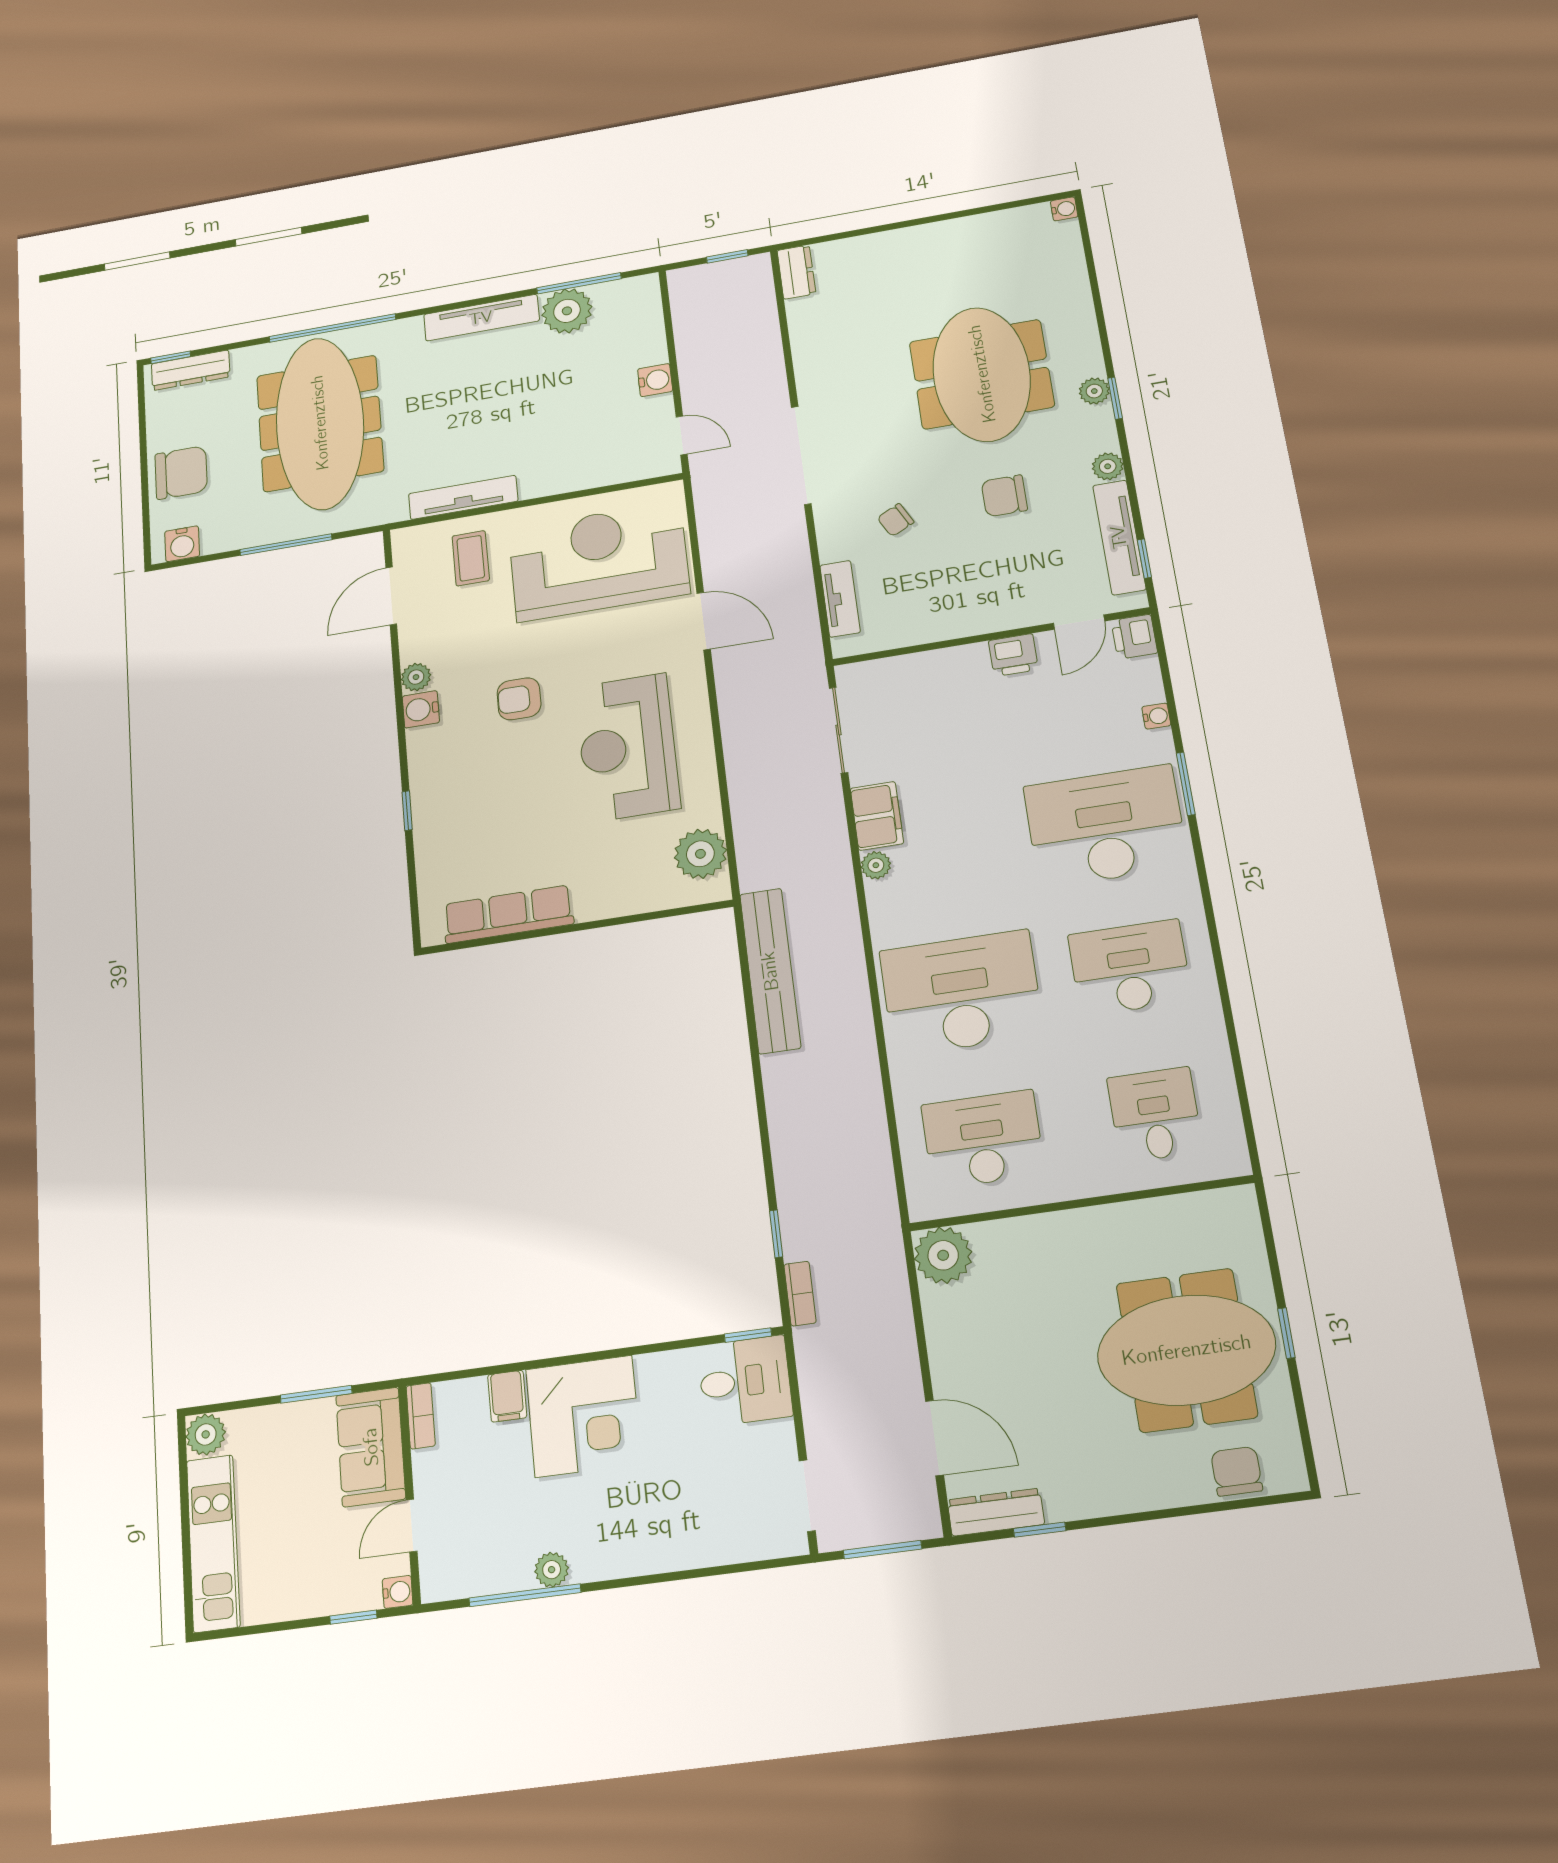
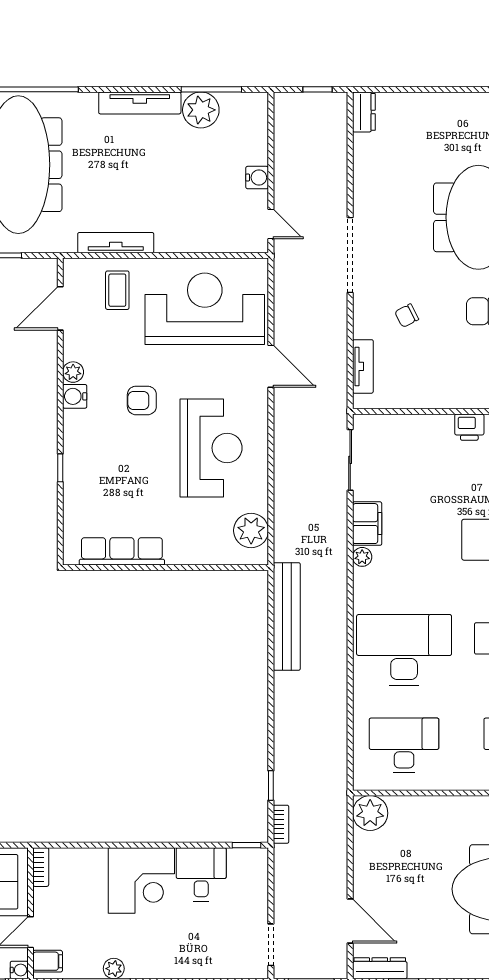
reception desk: (627, 747) -> (211, 448), turned 180
desk: (745, 1381) -> (201, 874), moved, turned -90
filing cabinet: (507, 1396) -> (48, 961), moved, turned -90

